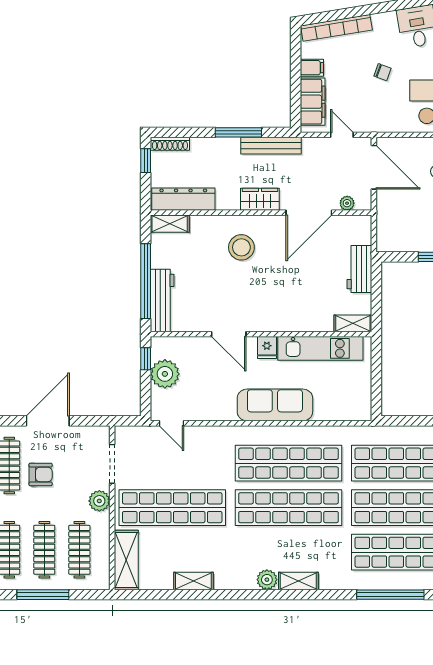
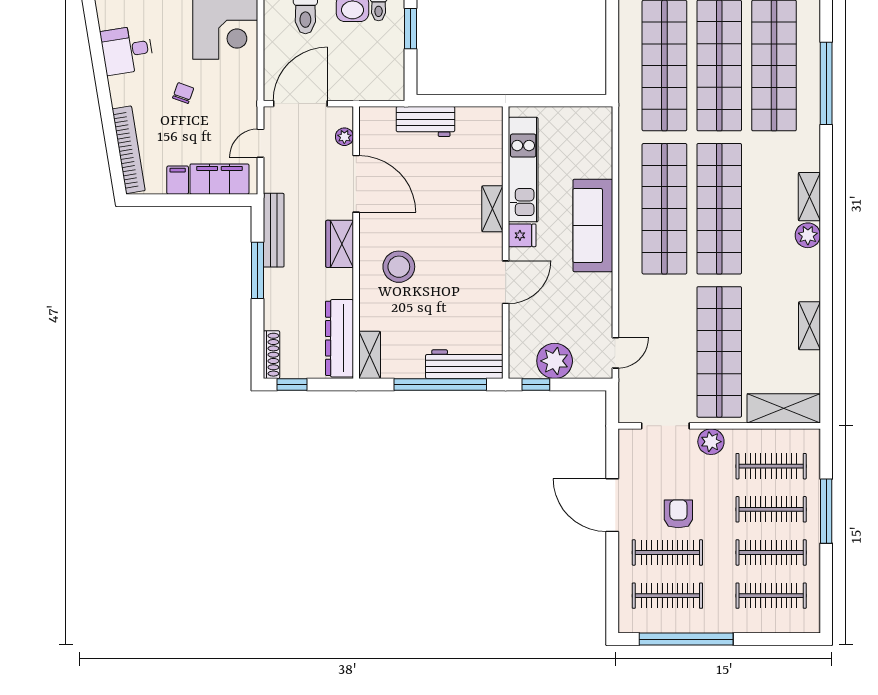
shelving: (353, 323) -> (492, 209), moved

